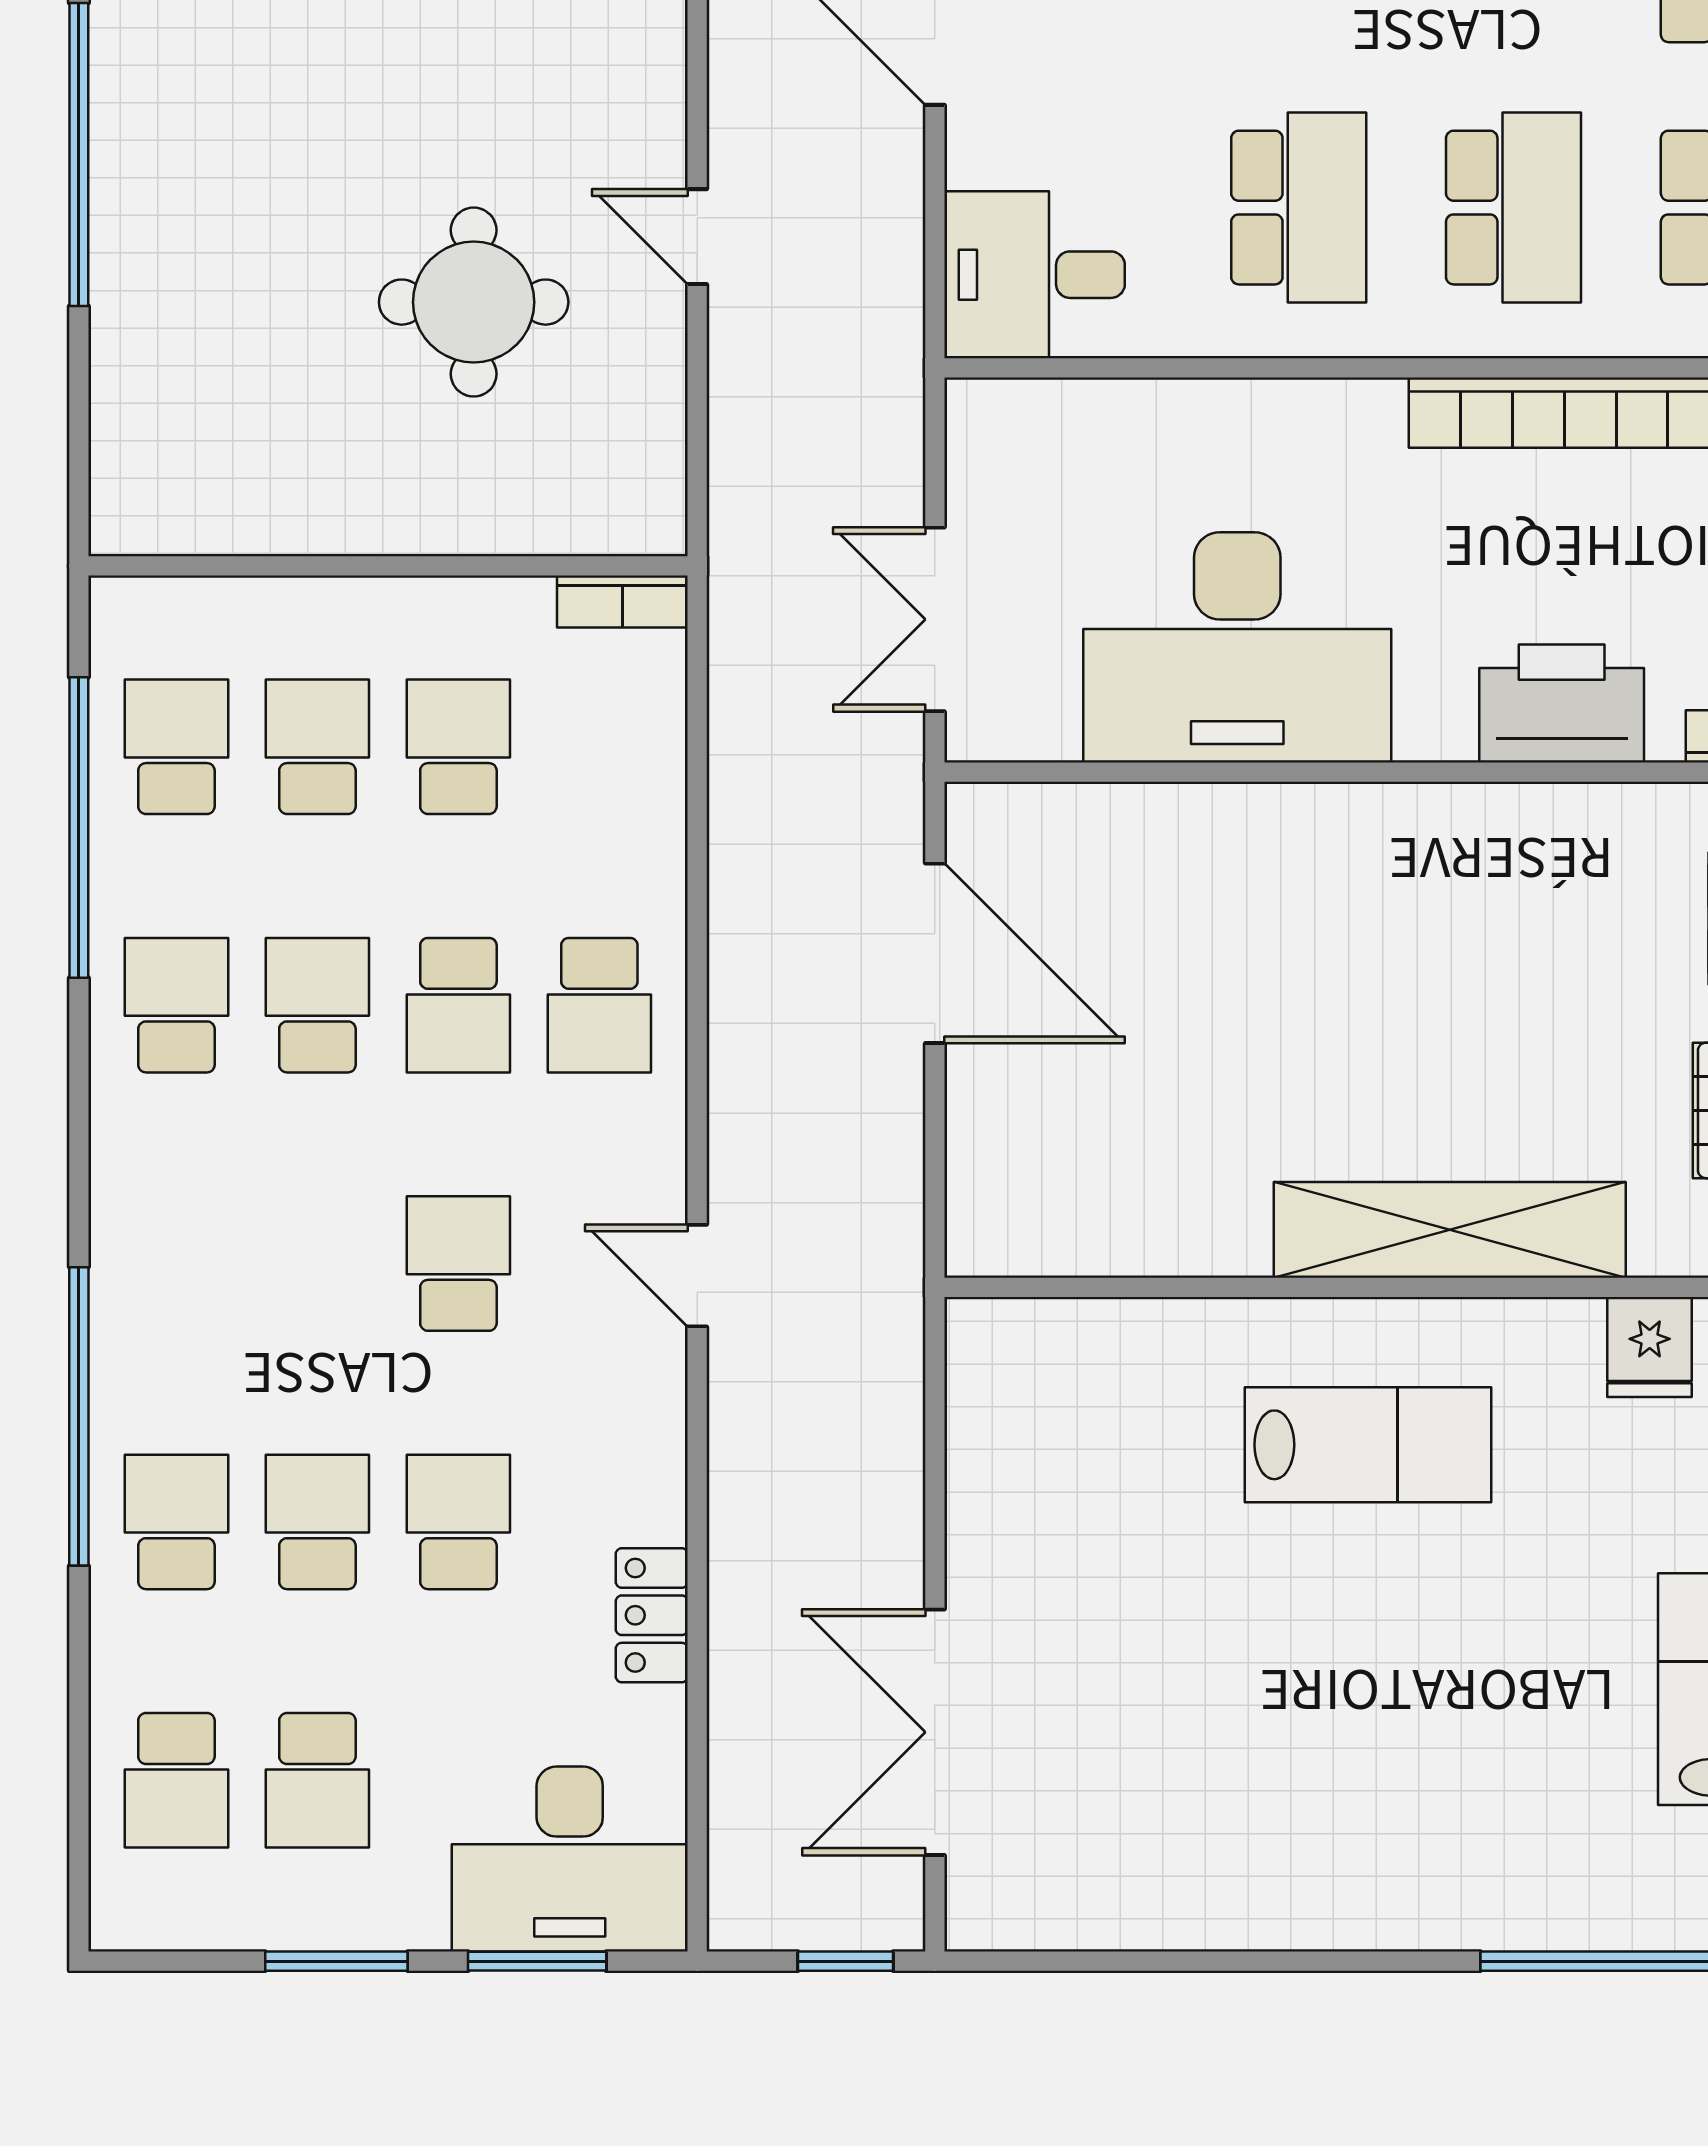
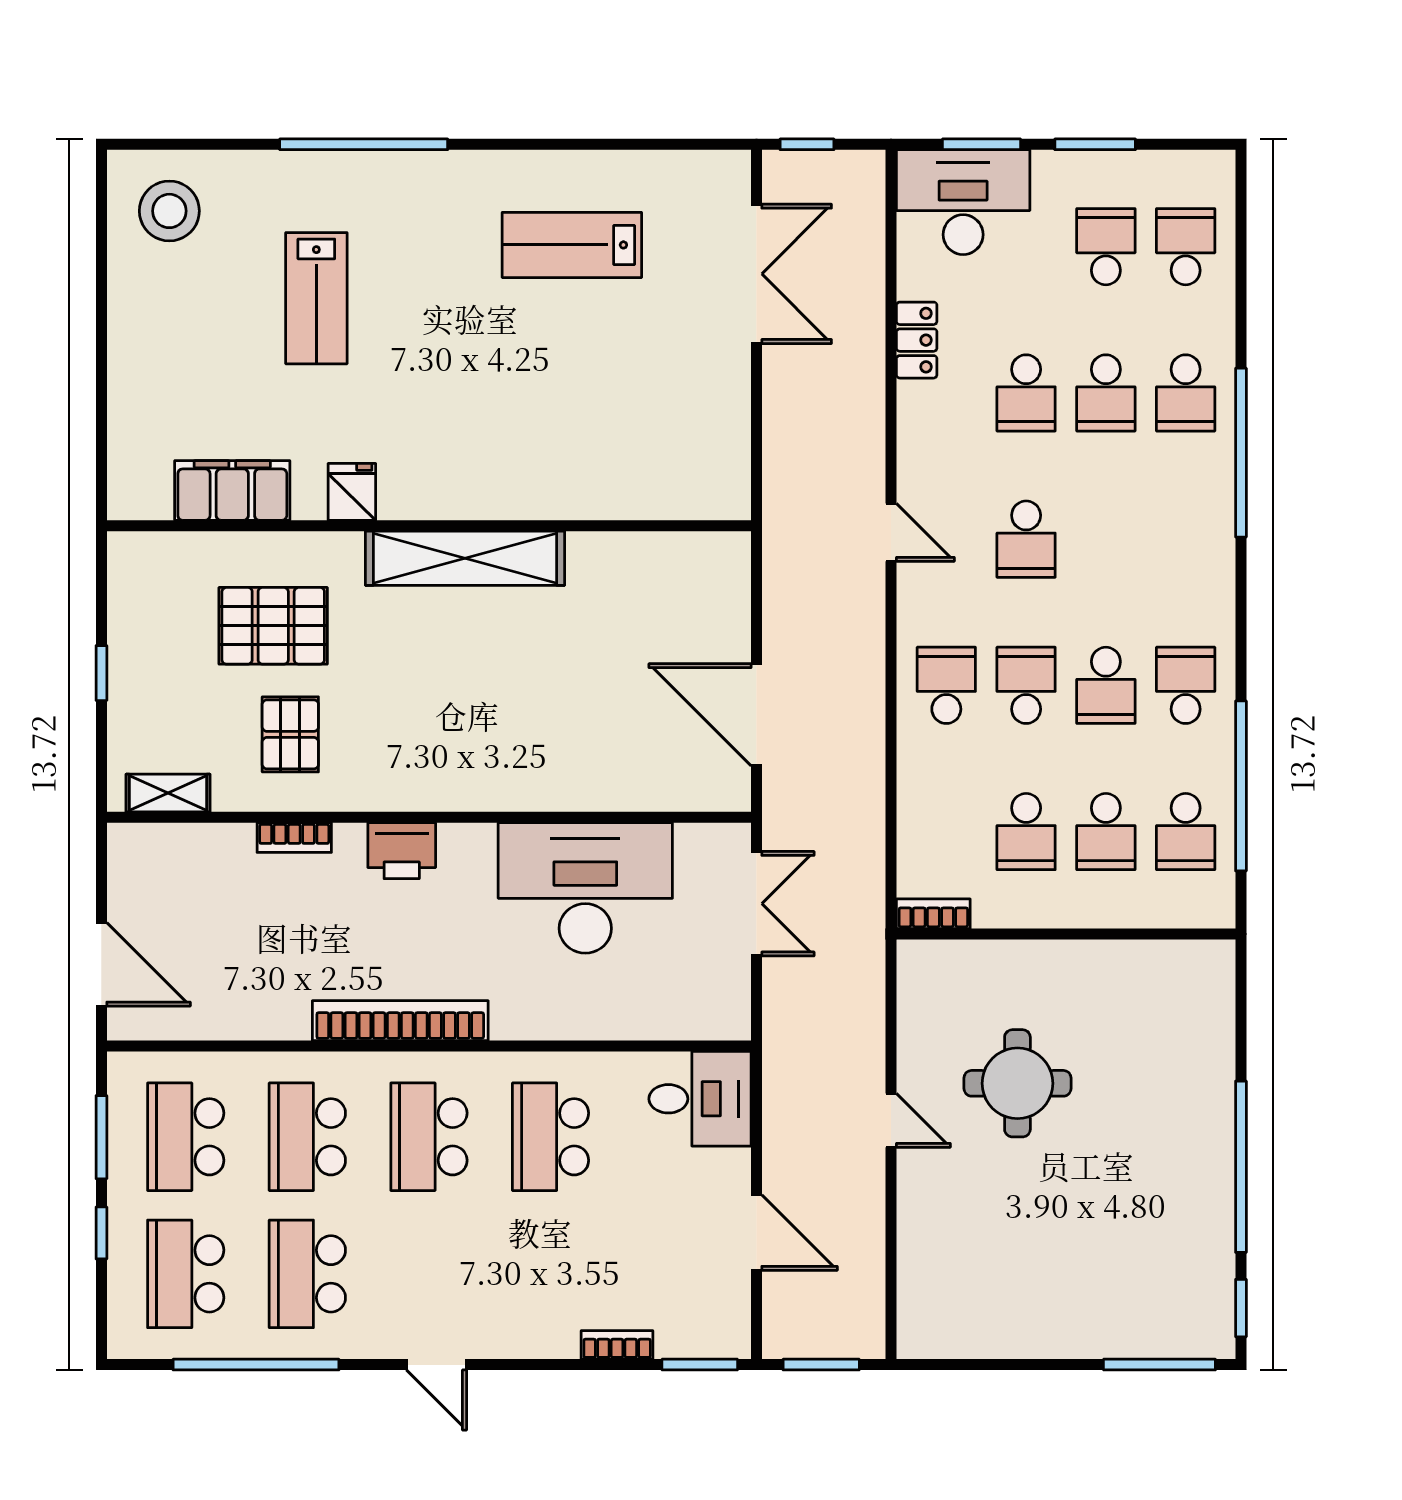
printer: (1562, 703) -> (402, 851), width x0.73, depth x0.84
school desk: (176, 1005) -> (1186, 685), turned 180
lab bench: (1368, 1445) -> (572, 245), moved

